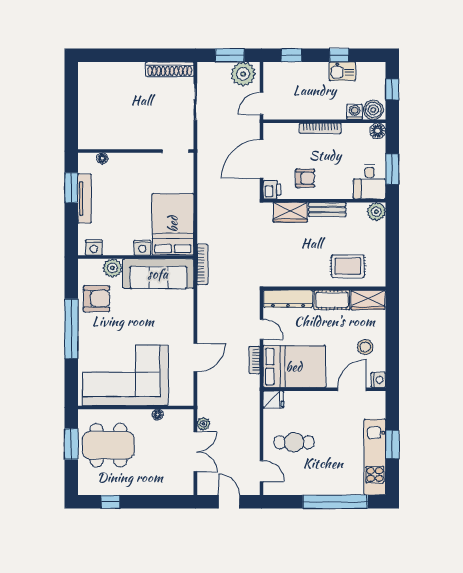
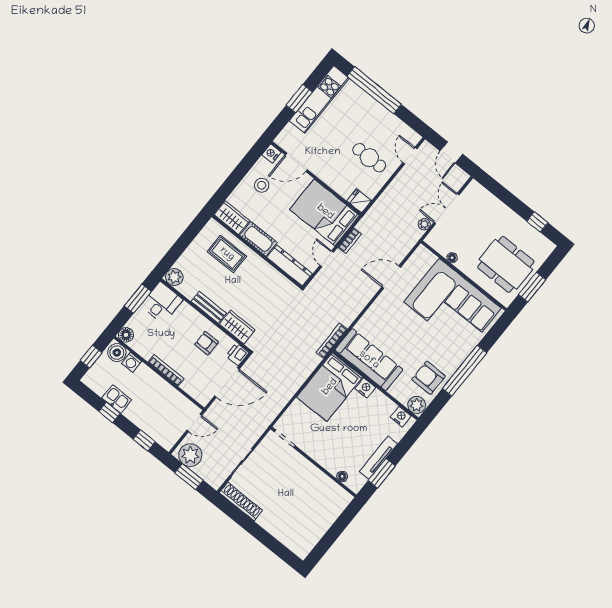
plant: (112, 268) -> (417, 405), moved

